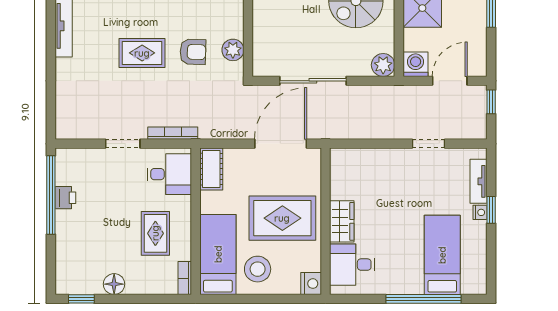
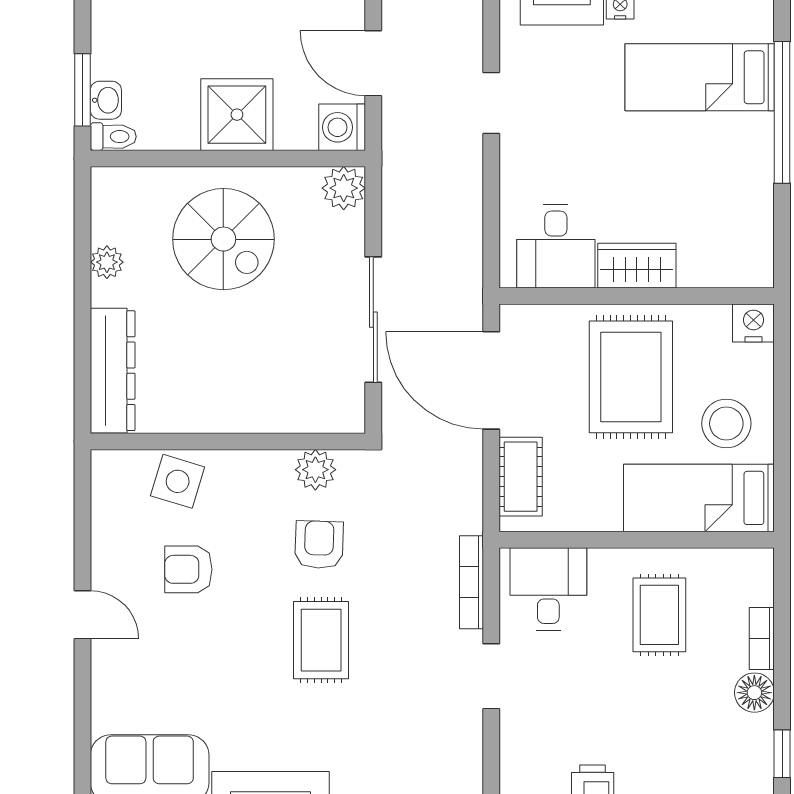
cot: (211, 169) -> (521, 477), moved, turned 90
rug: (155, 233) -> (659, 615), turned 90
desk: (352, 265) -> (556, 246), moved
bookcase: (185, 278) -> (762, 639), moved, turned 90

